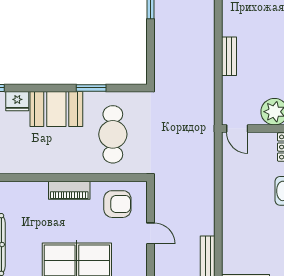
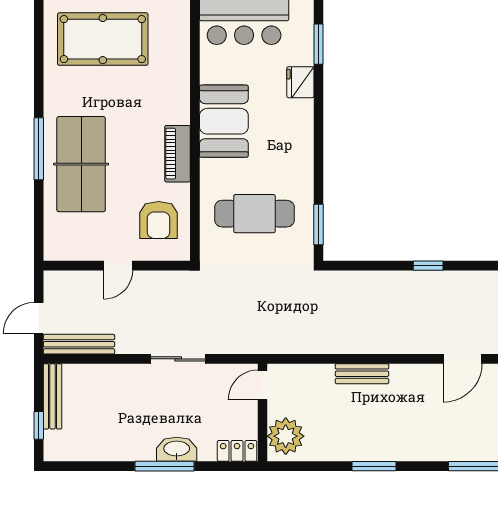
window: (91, 88) -> (318, 225), moved
booth: (56, 109) -> (224, 121), moved
sliding door: (218, 190) -> (178, 359), added

